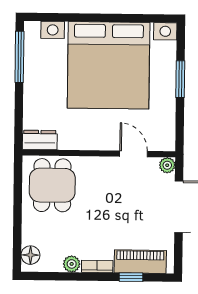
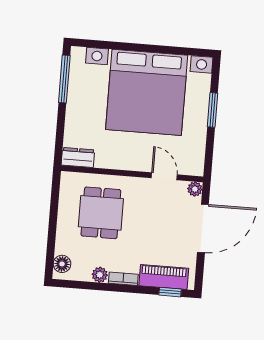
dining table: (52, 185) -> (101, 213), moved
window: (131, 277) -> (170, 292), moved

